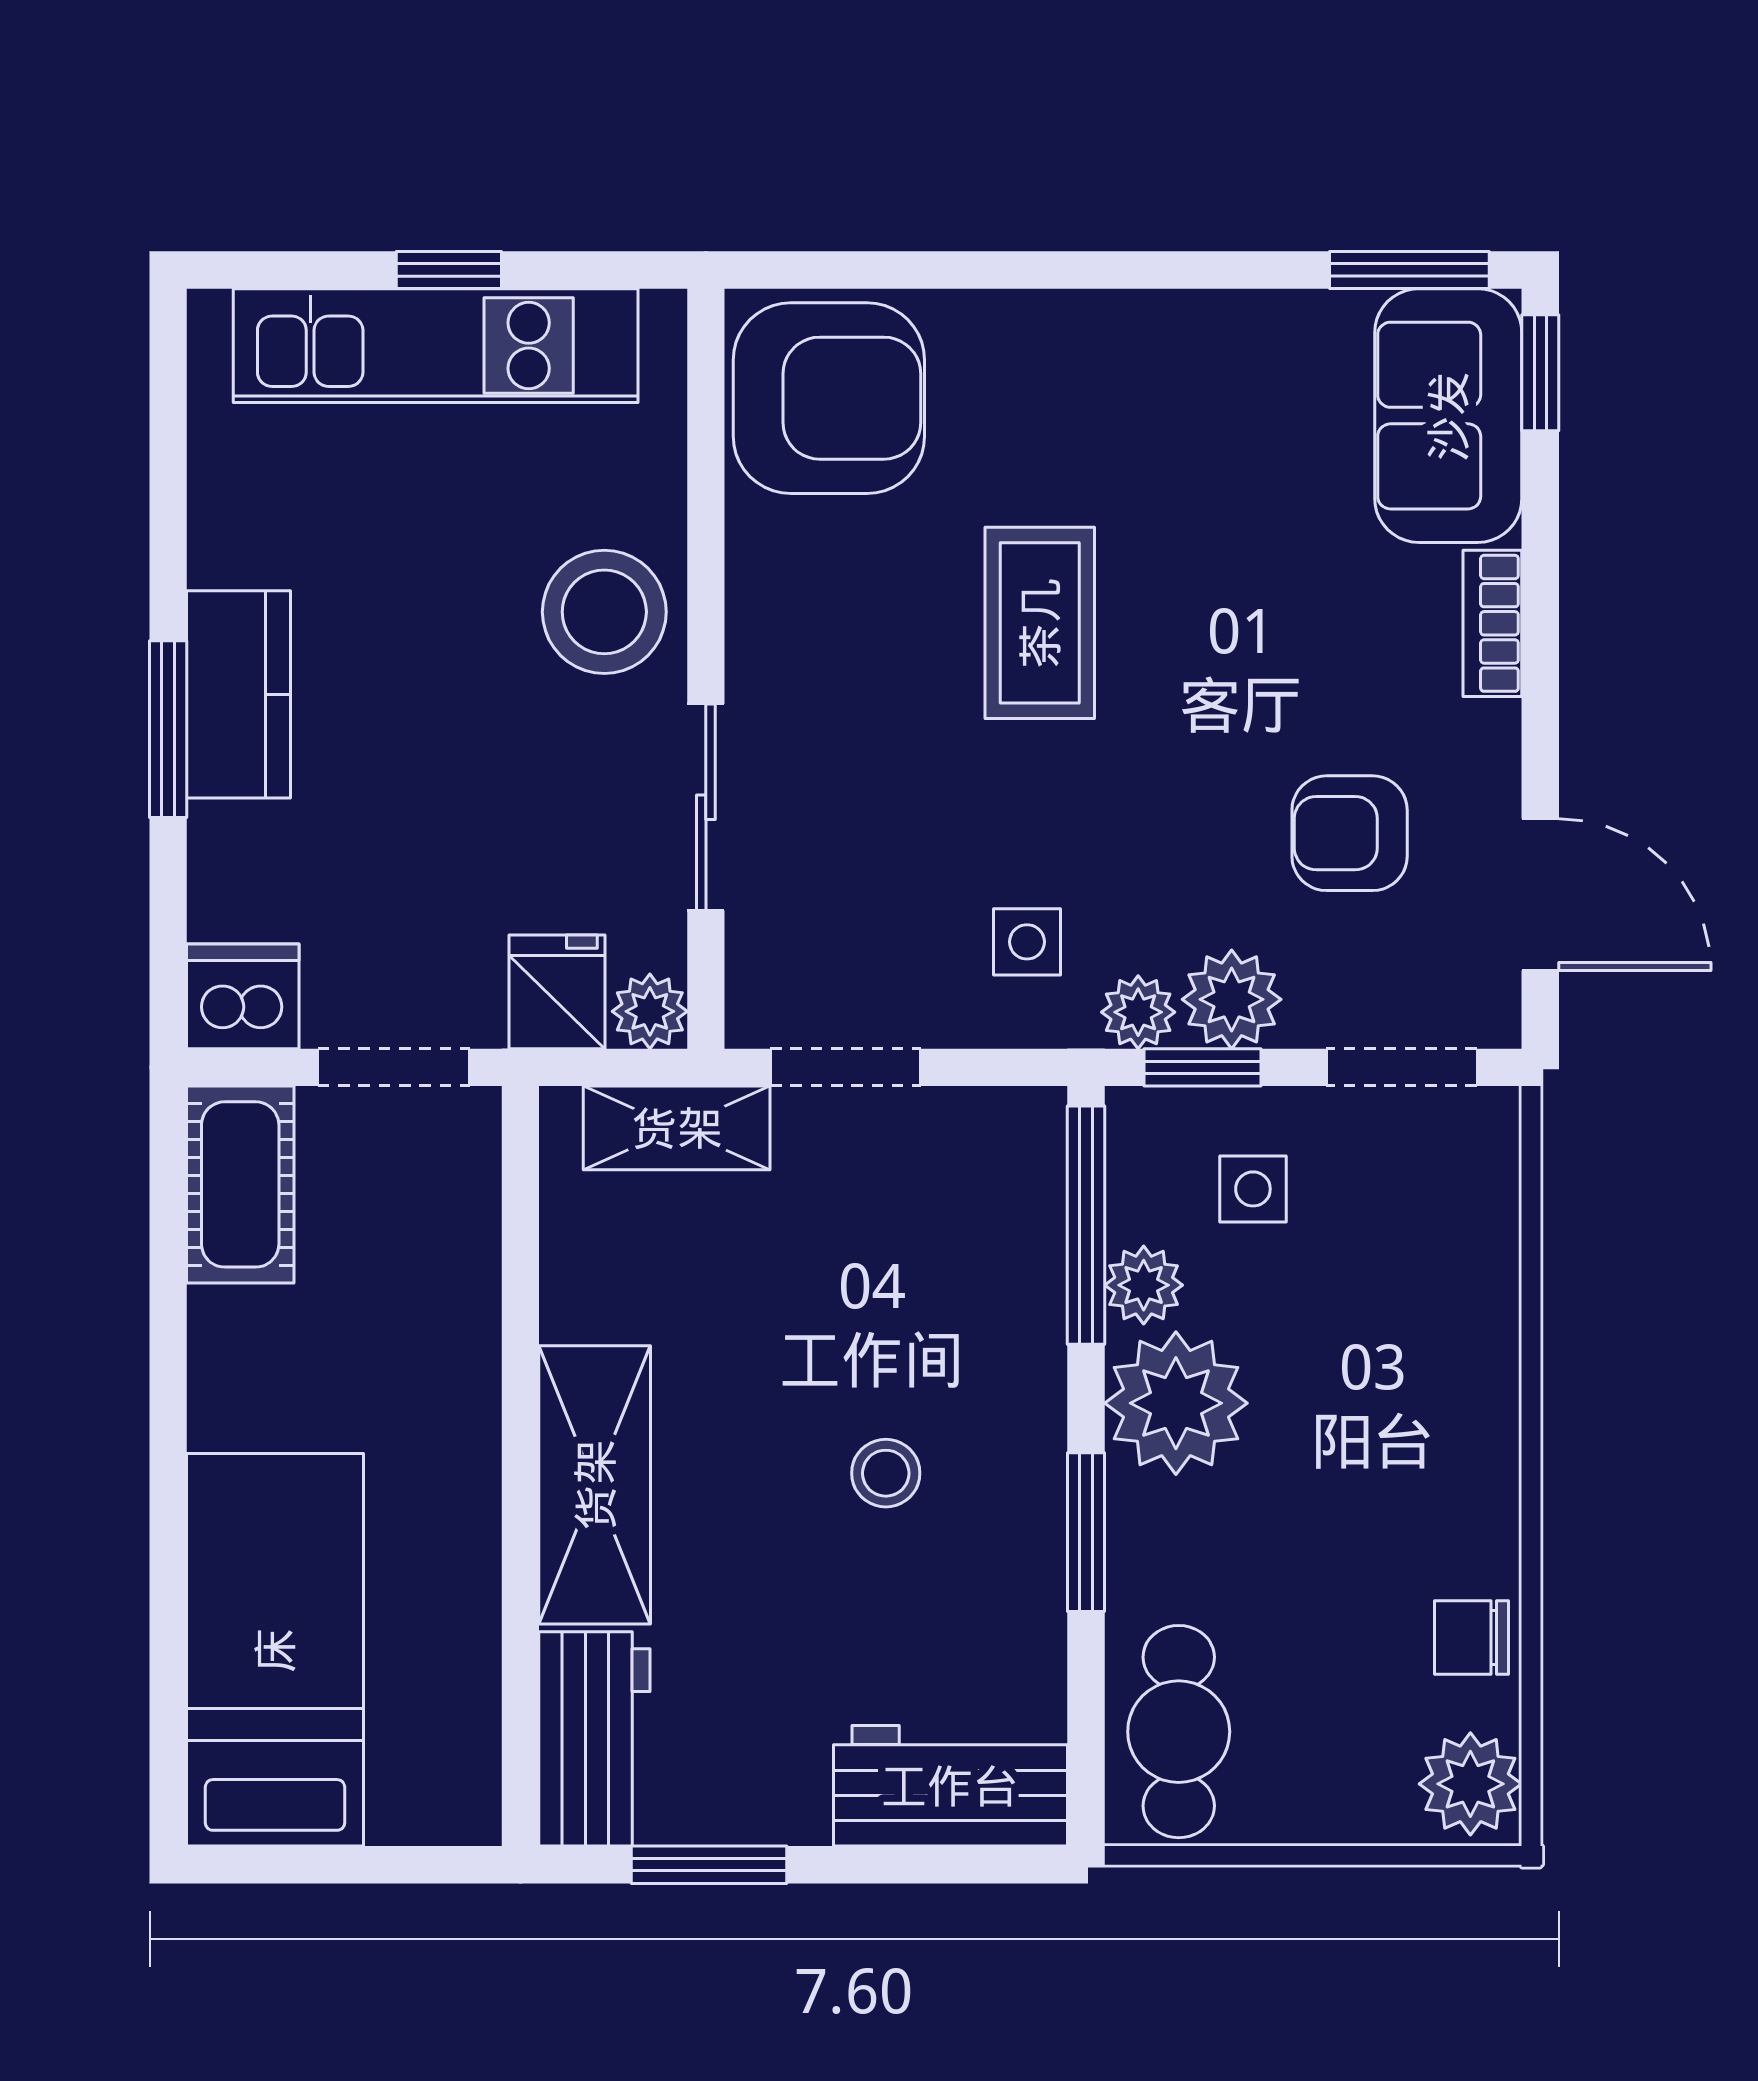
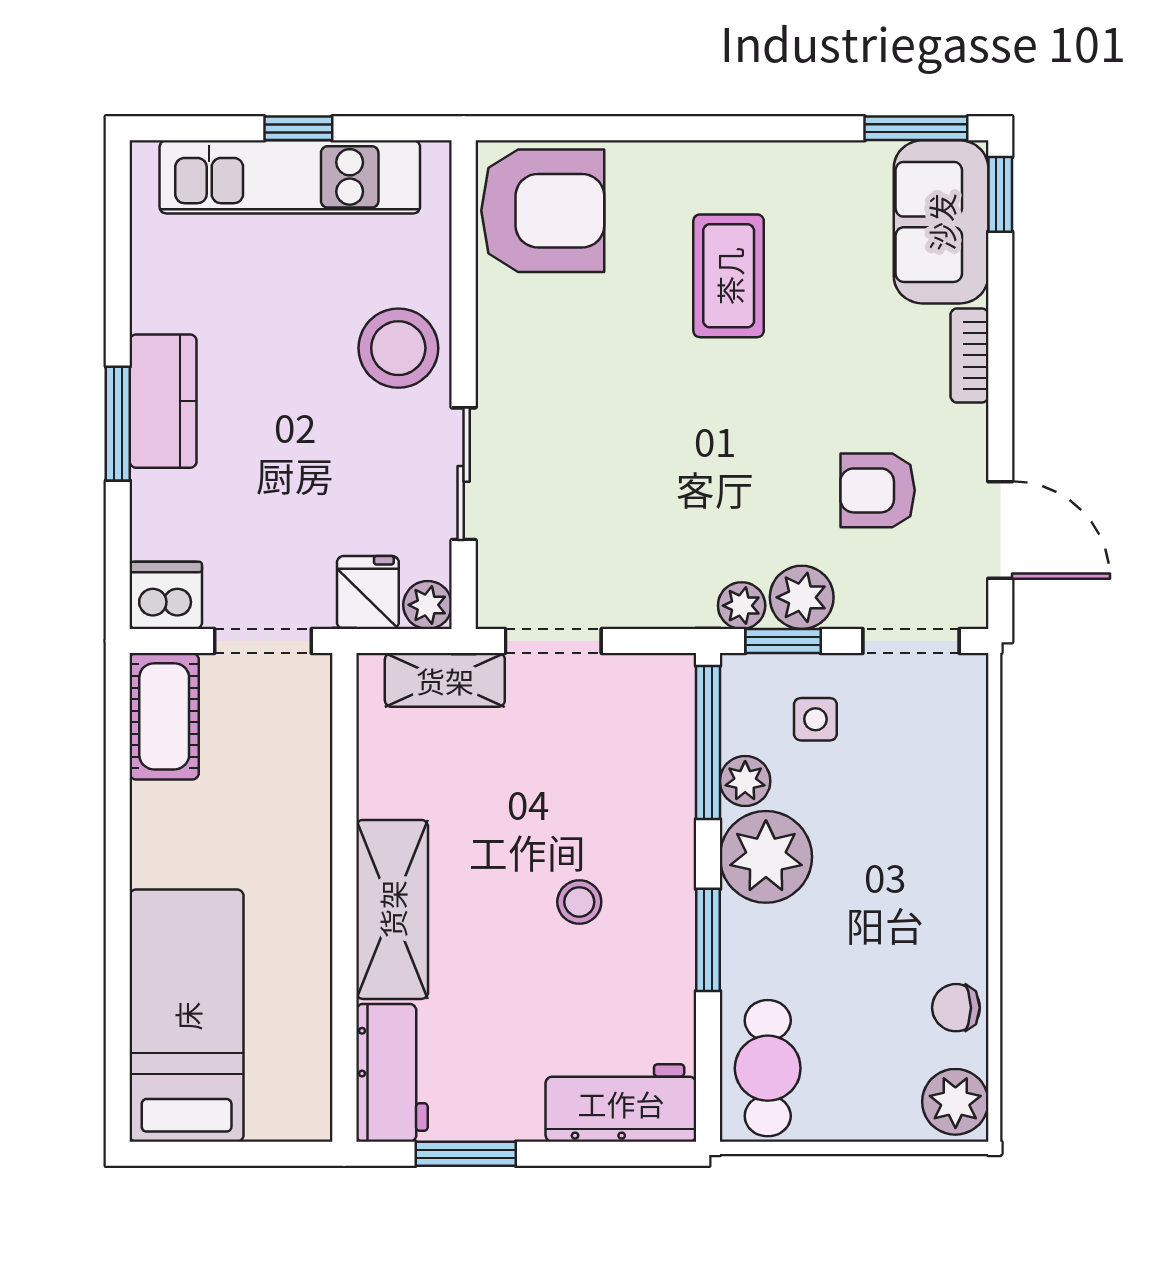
coffee table: (1040, 623) -> (729, 276), moved
side table: (1027, 942) -> (670, 560), removed

